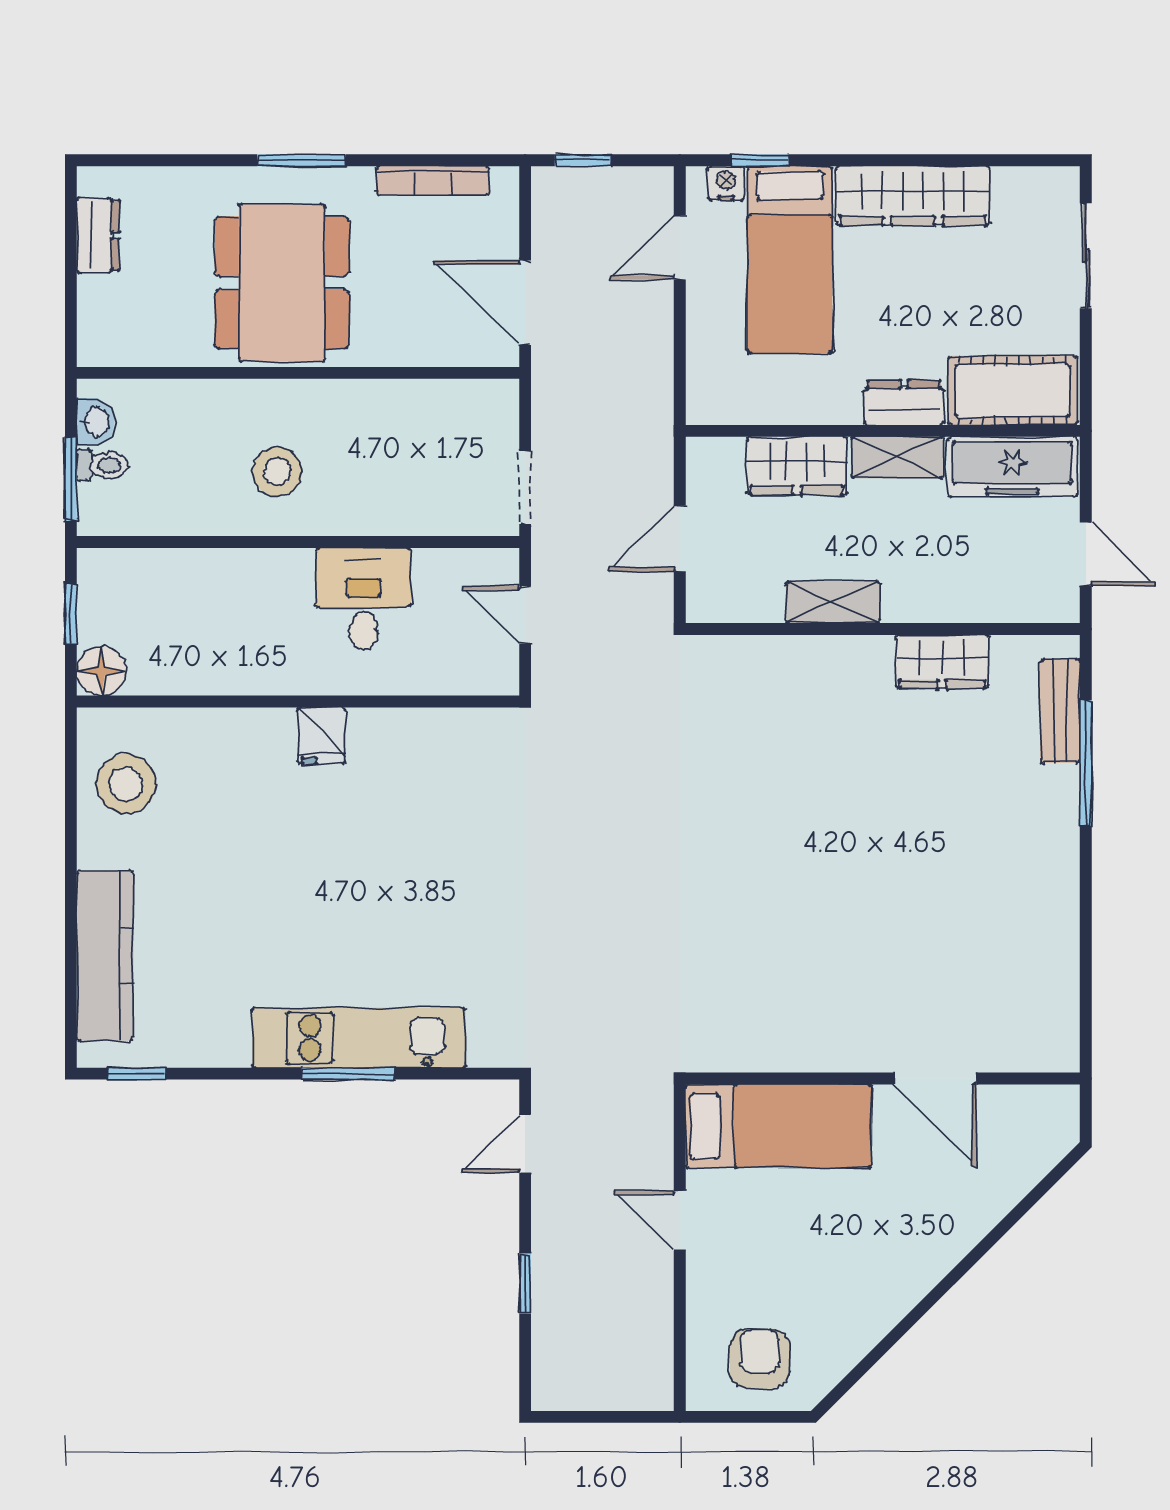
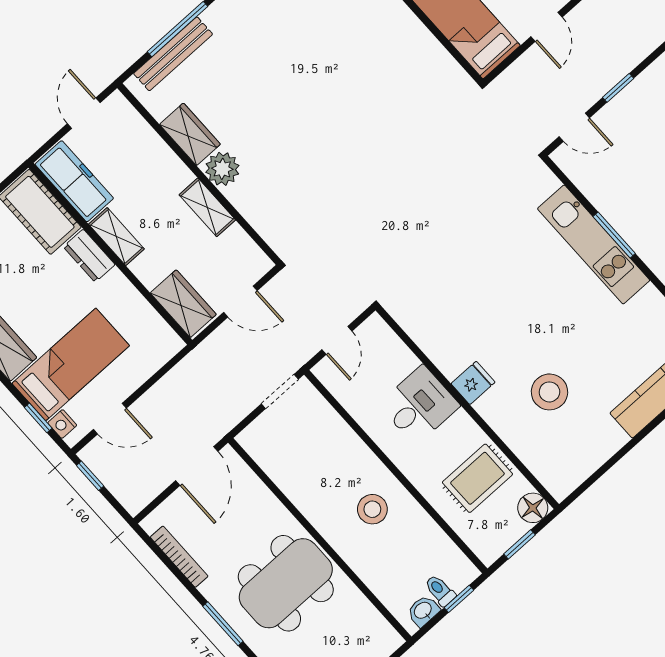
window: (583, 160) -> (90, 476), moved
wardrobe: (797, 466) -> (183, 304), moved
window: (71, 479) -> (459, 599), width x0.67
desk: (363, 599) -> (419, 405), moved, turned 180
rug: (199, 636) -> (477, 478), added
plant: (864, 663) -> (222, 169), added
bench: (1060, 711) -> (173, 54), width x1.36
stool: (126, 784) -> (549, 392), moved
window: (525, 1283) -> (618, 88), moved

